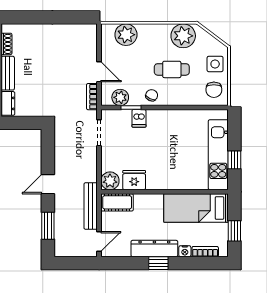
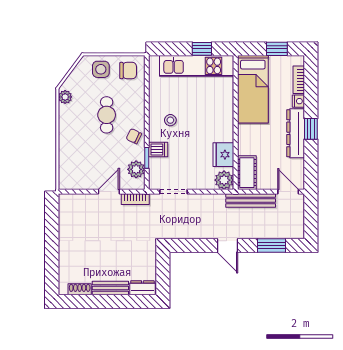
plant: (126, 35) -> (70, 163), removed
plant: (183, 36) -> (65, 97), width x0.53, depth x0.53
stool: (167, 130) -> (170, 120), added

